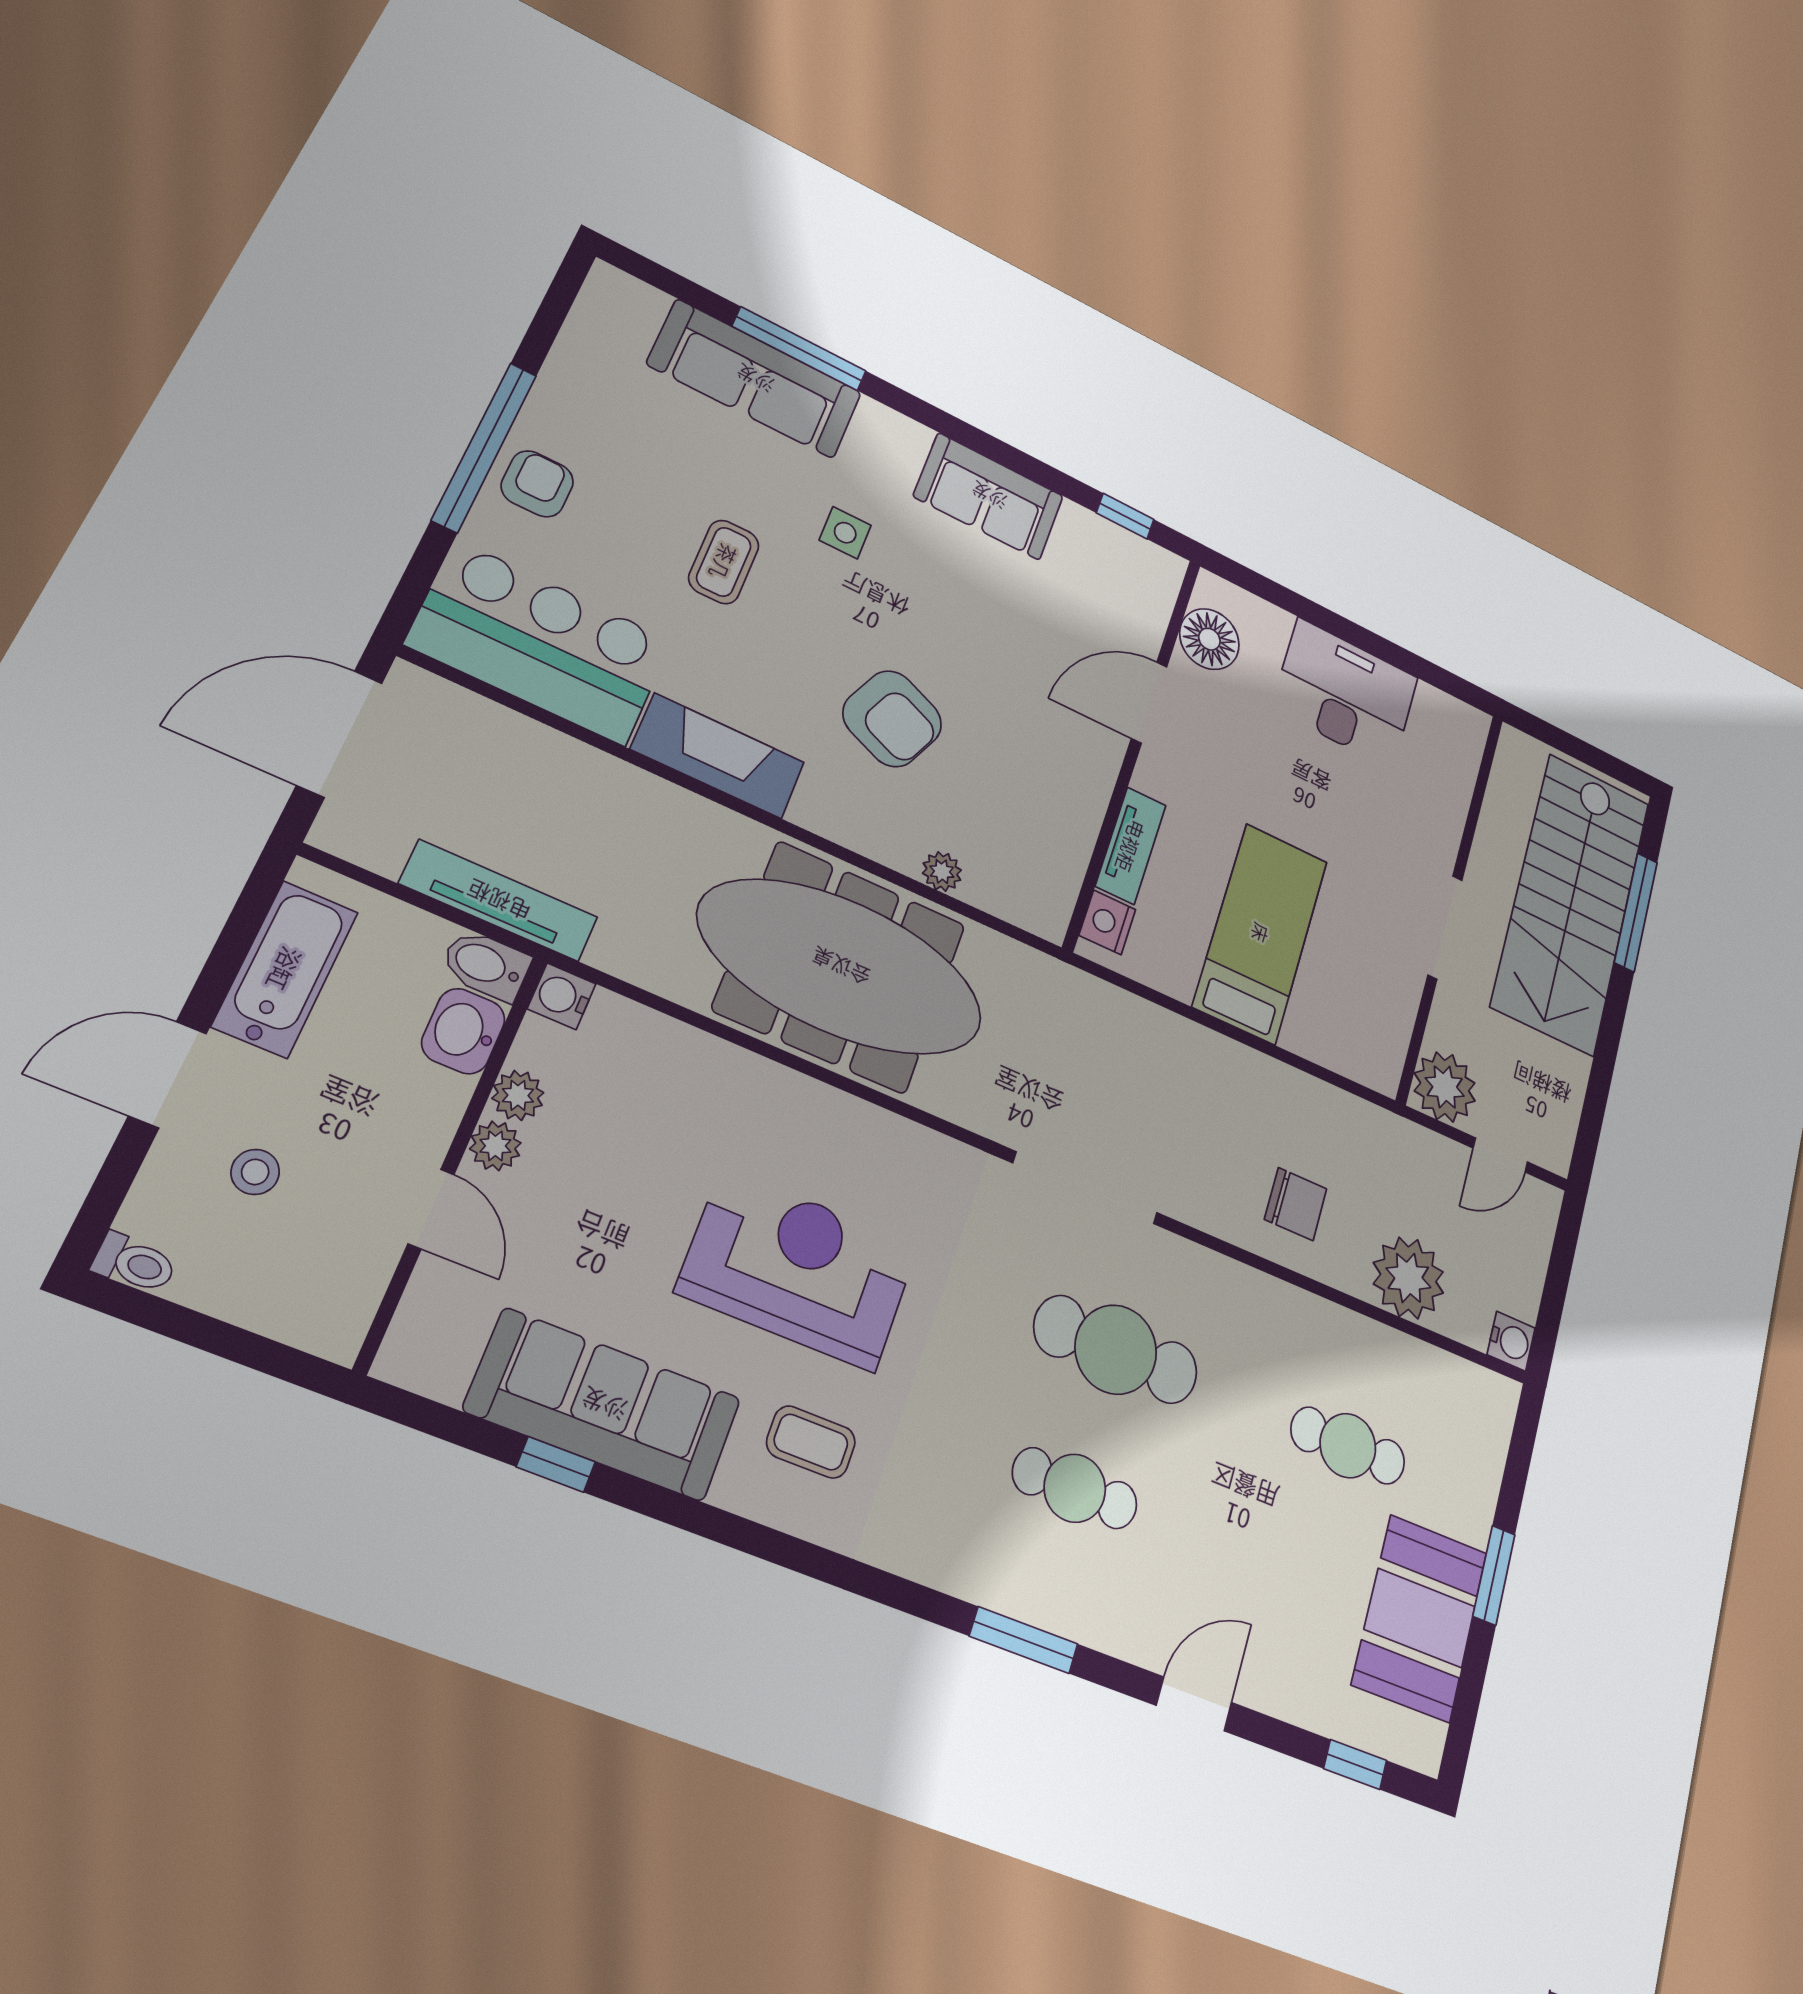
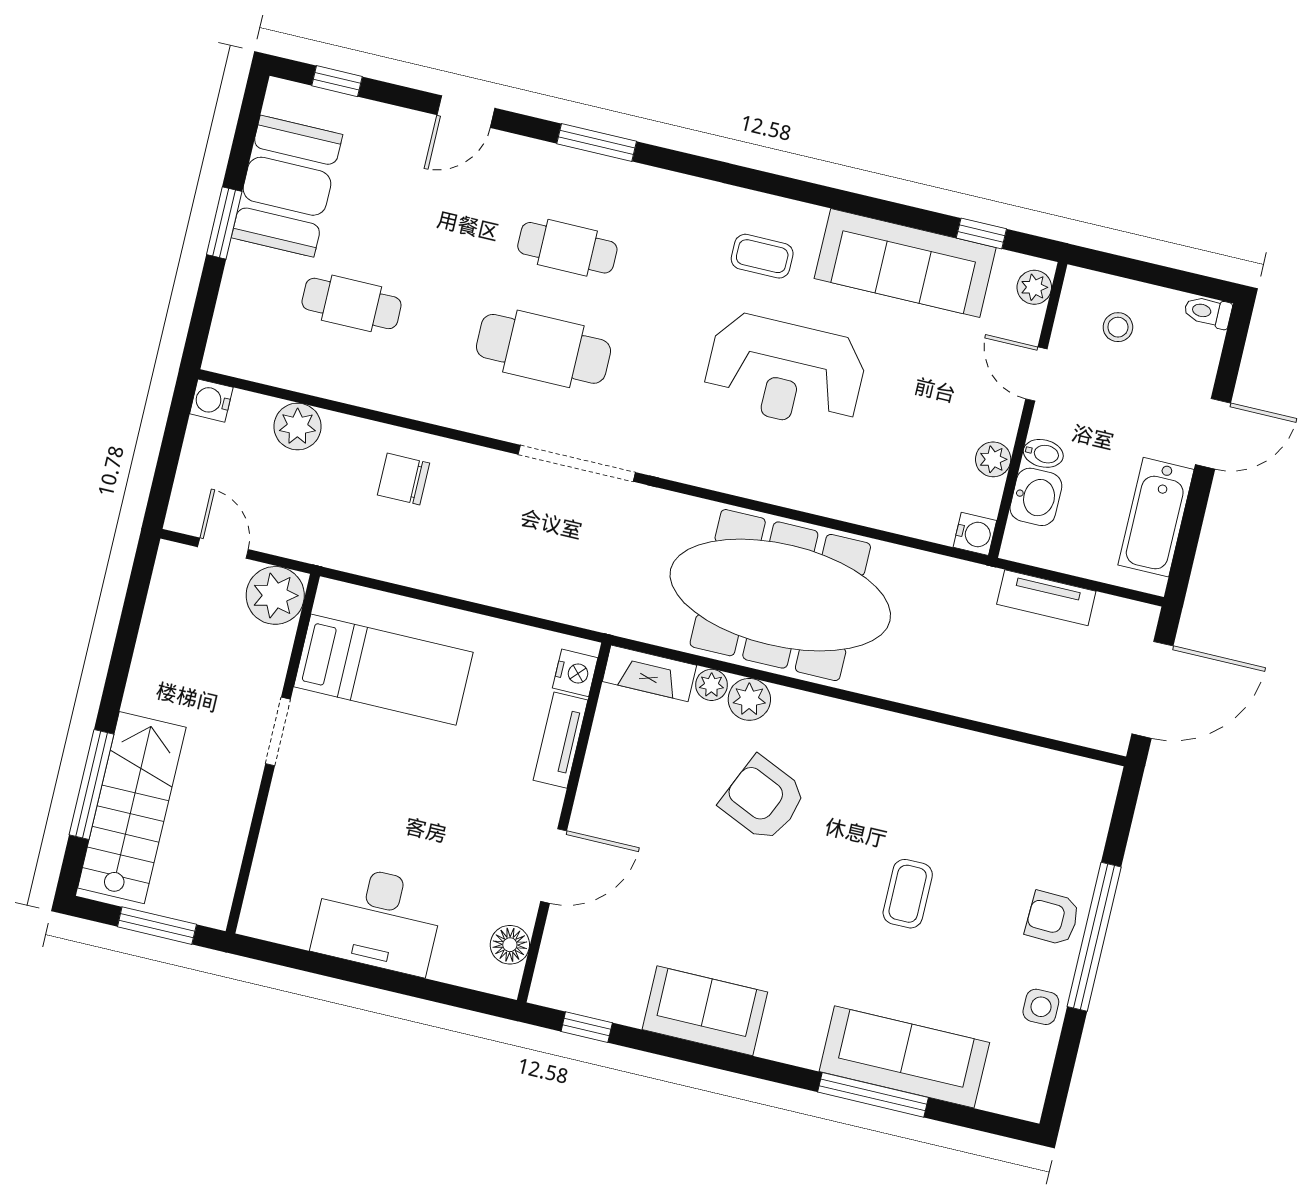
armchair: (537, 484) -> (1052, 918), turned 92
side table: (845, 533) -> (1041, 1007), moved
floor lamp: (1209, 639) -> (510, 945), width x0.73, depth x0.73
bar counter: (540, 643) -> (1030, 793), removed
window: (1571, 745) -> (157, 926), added
fireplace: (718, 756) -> (649, 673), moved, width x0.73, depth x0.76
plant: (896, 843) -> (749, 699), added
tv unit: (499, 901) -> (1046, 598), width x0.71
stairs: (1571, 902) -> (132, 808), width x0.73, depth x0.66
doorway: (1445, 927) -> (278, 732), width x0.73
bed: (1261, 933) -> (383, 670), moved, turned -90
bidet: (486, 965) -> (1043, 453), moved, width x0.72, depth x0.74
plant: (495, 1146) -> (1034, 287), moved
door: (1500, 1155) -> (223, 548), hinge flipped
stool: (255, 1172) -> (1118, 327), moved
plant: (1408, 1278) -> (297, 427), width x0.73, depth x0.73
window: (556, 1464) -> (981, 233), moved

